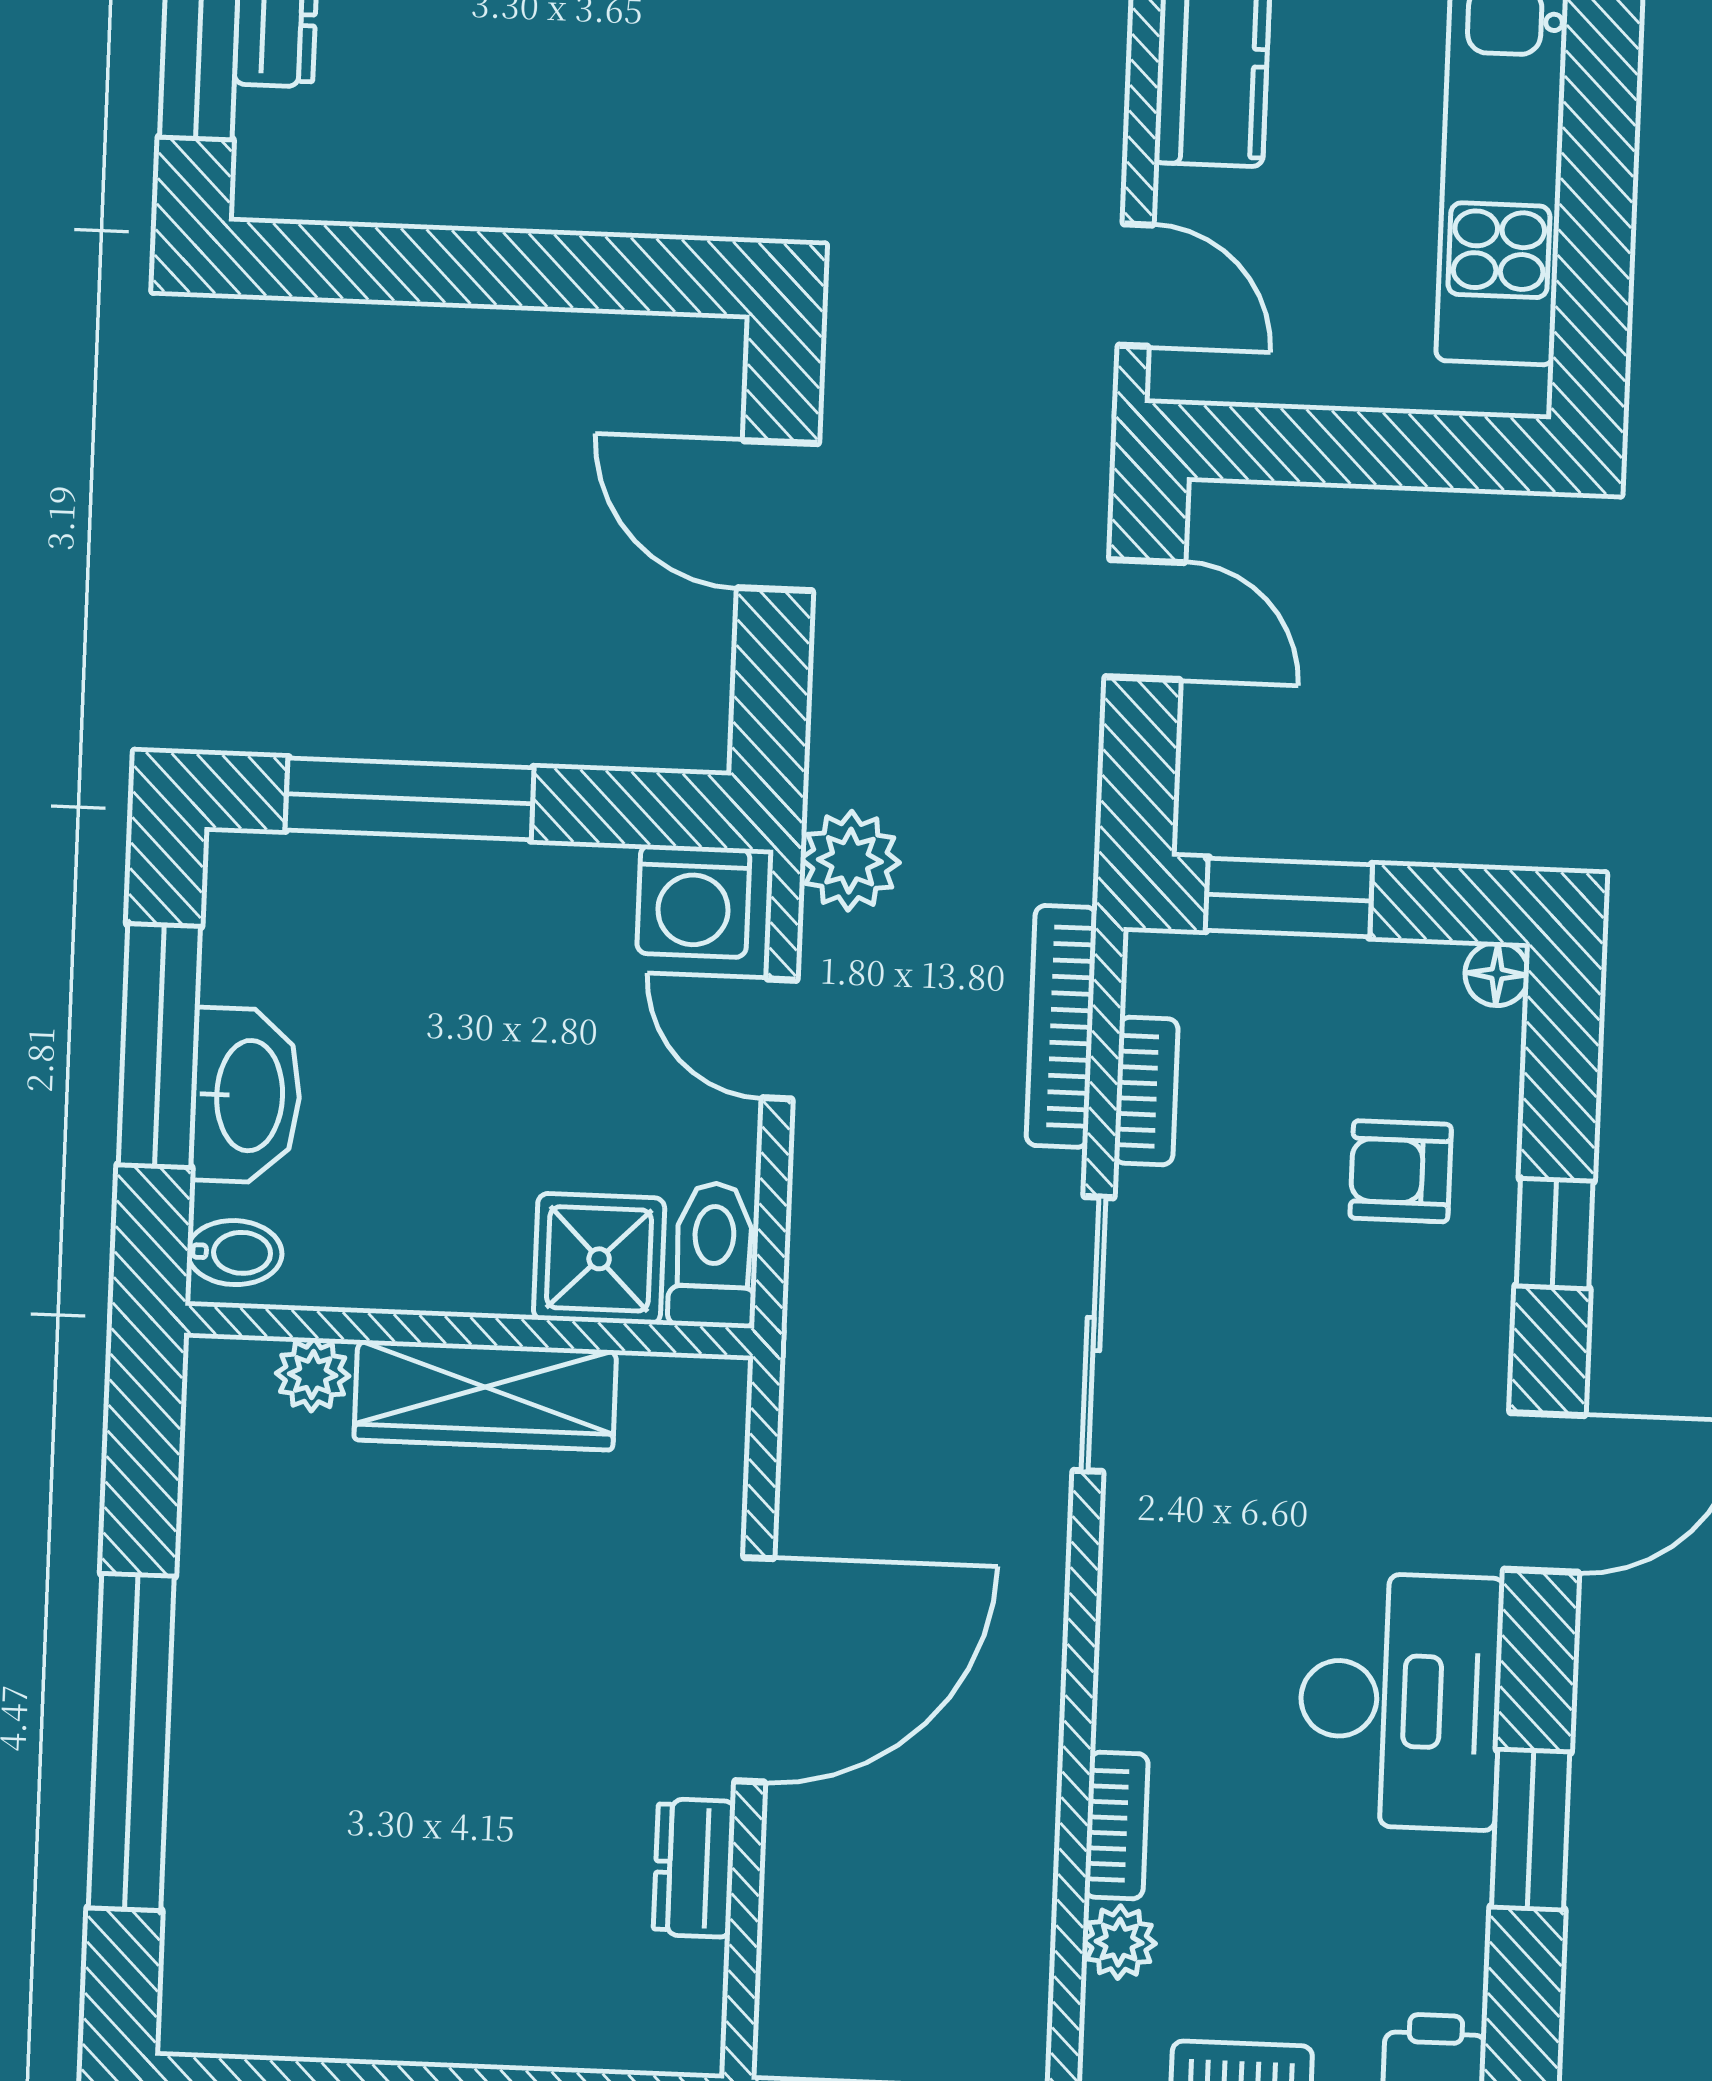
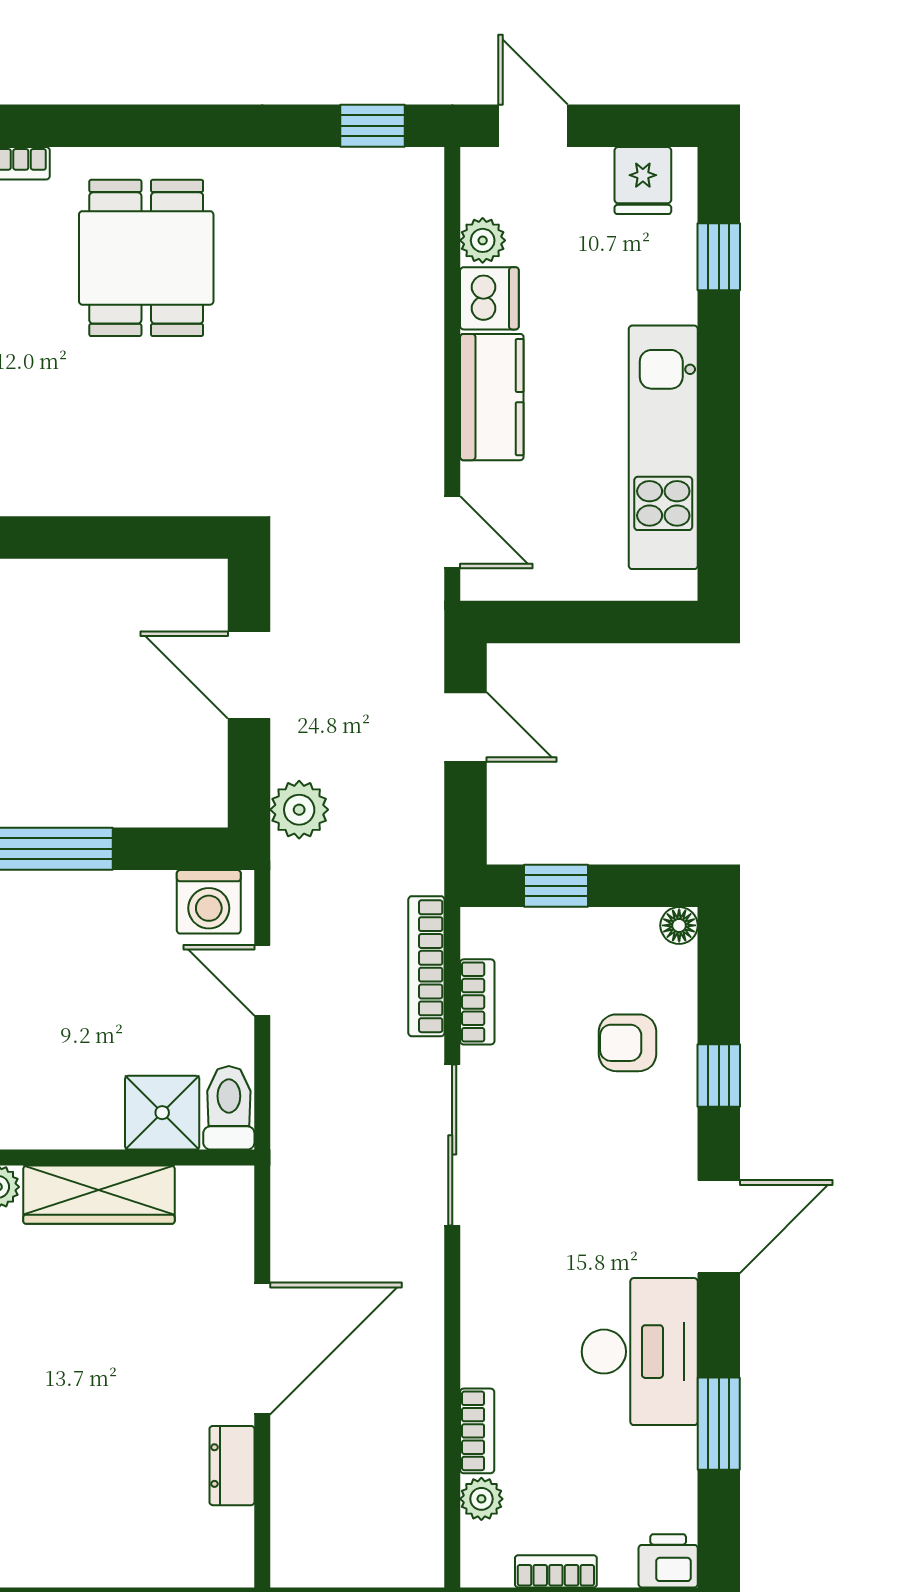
plant: (850, 861) -> (299, 810), moved
window: (1289, 898) -> (556, 886), width x0.67

